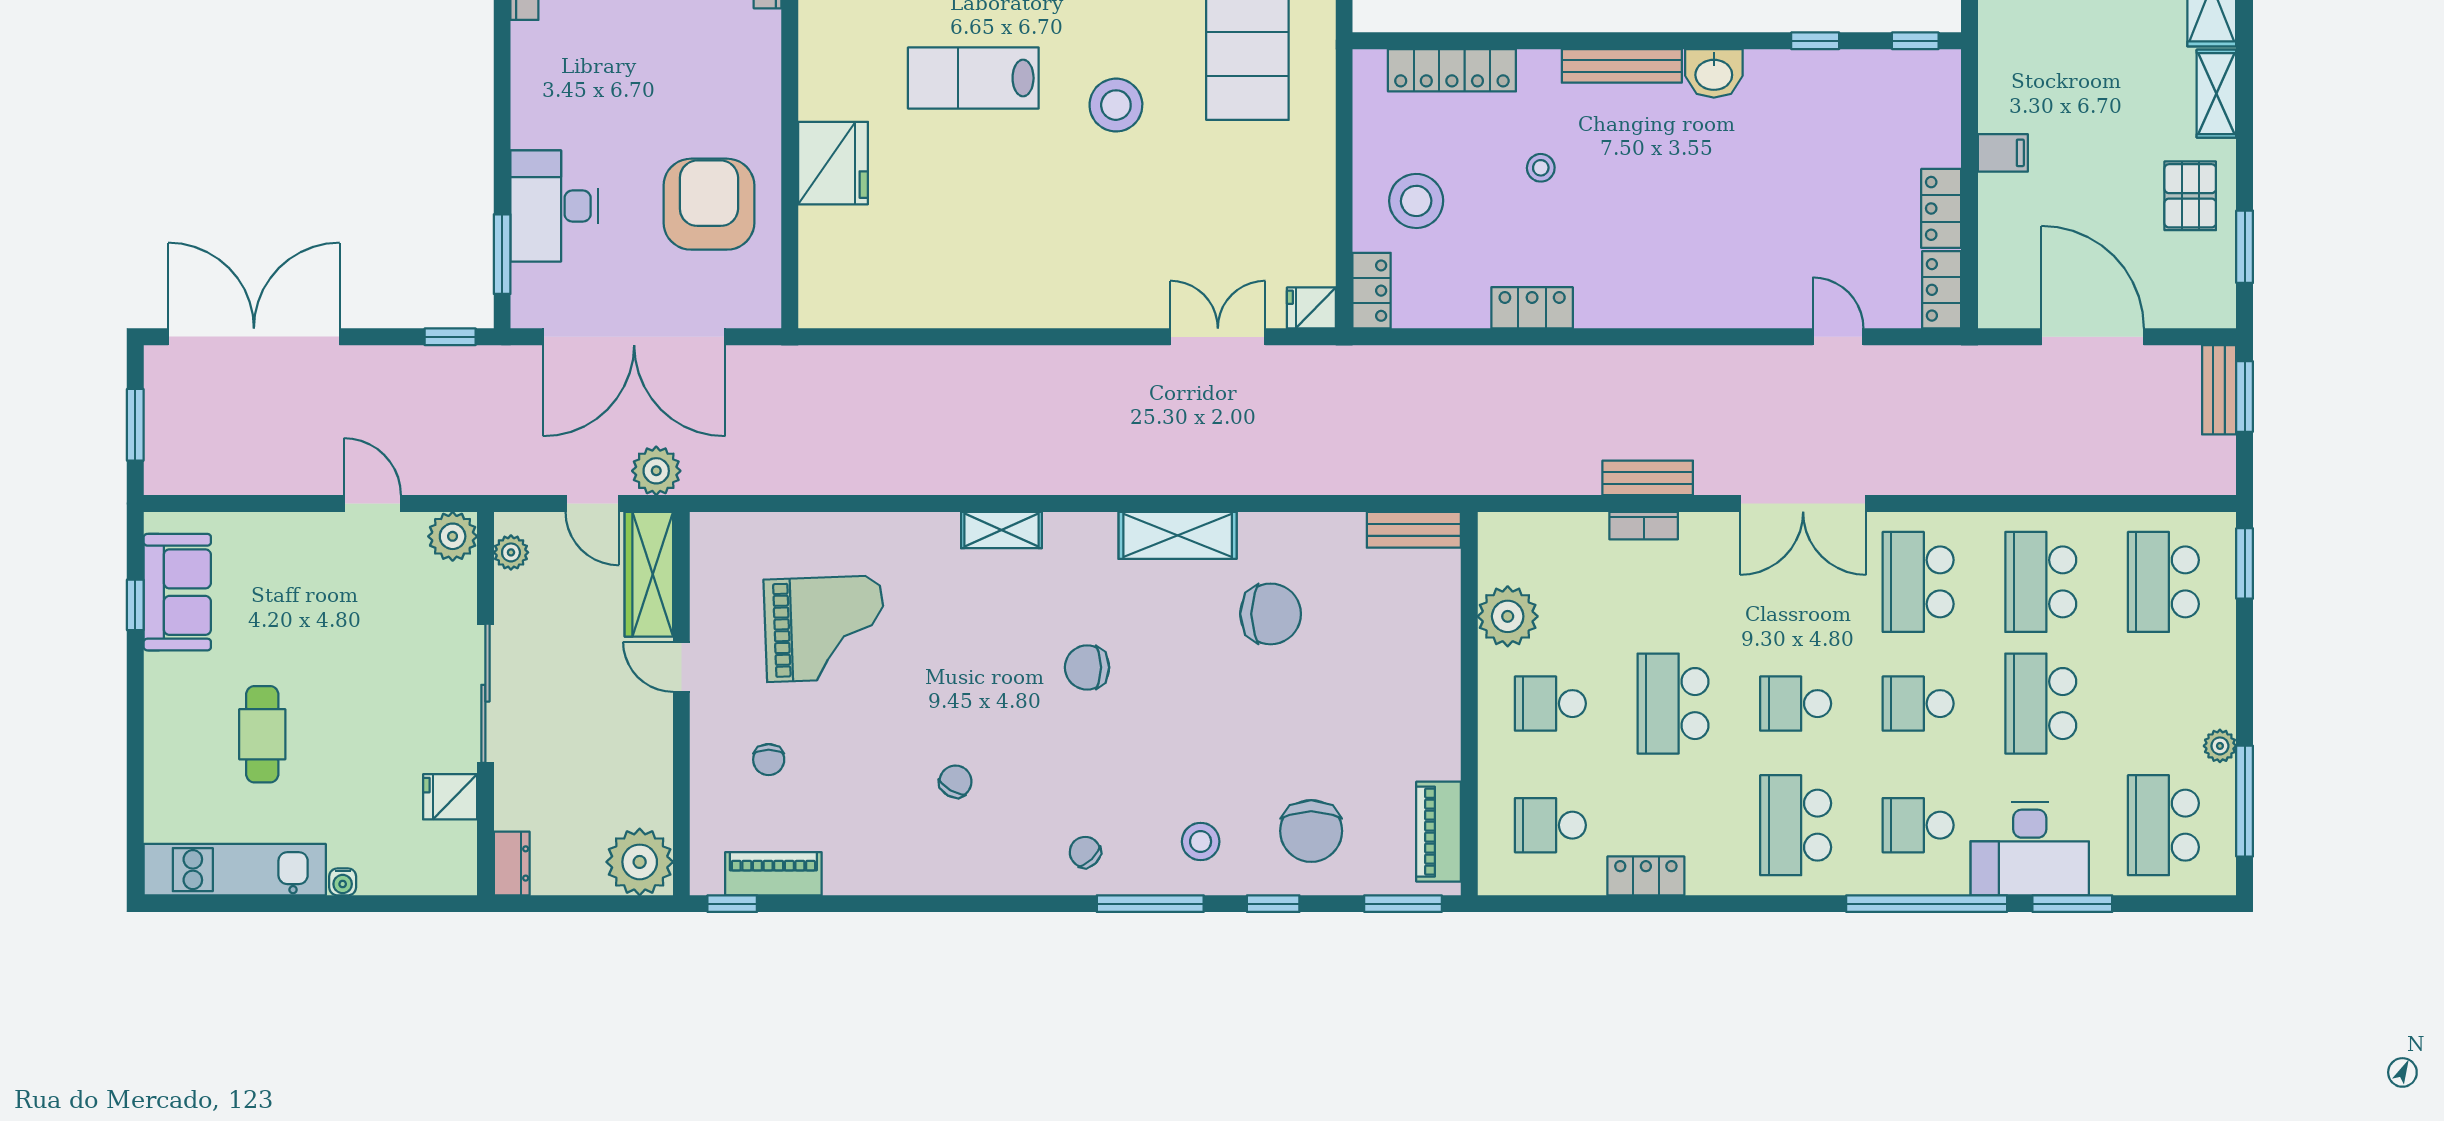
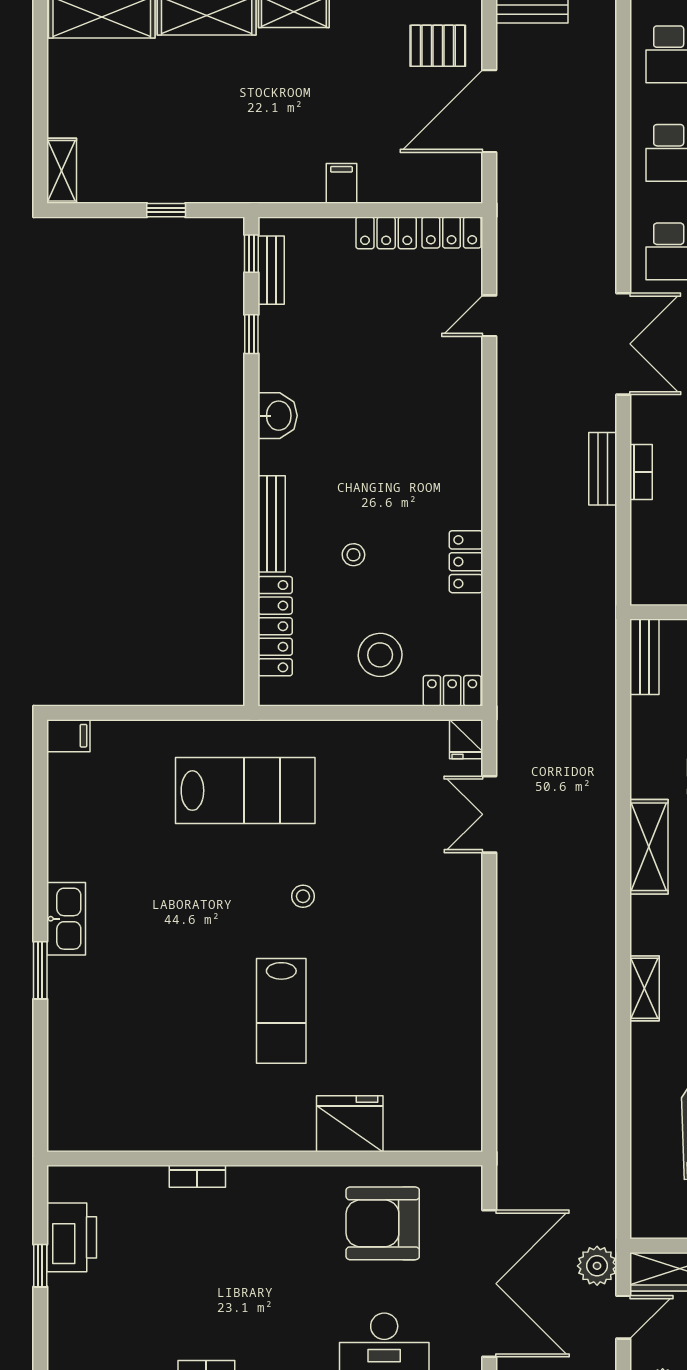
bench: (1895, 65) -> (271, 270), added
bench: (1622, 66) -> (272, 524), moved
stool: (1116, 105) -> (303, 896), width x0.53, depth x0.53
pallet: (2190, 196) -> (438, 46), moved

